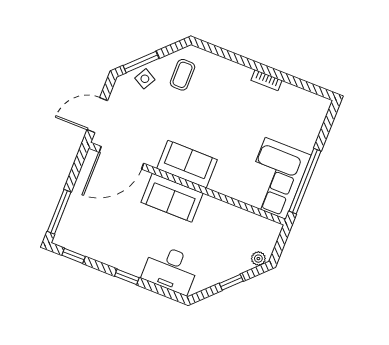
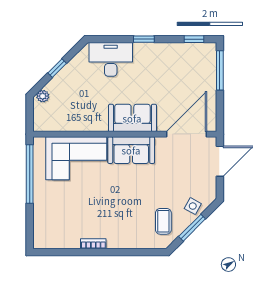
window: (141, 62) -> (192, 228), moved
corner sofa: (276, 178) -> (76, 158), moved, turned 90

